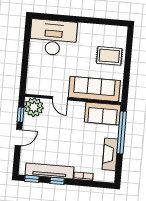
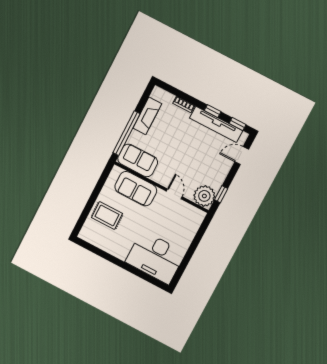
sofa: (94, 89) -> (136, 189), width x0.73
door: (19, 138) -> (242, 156), moved

